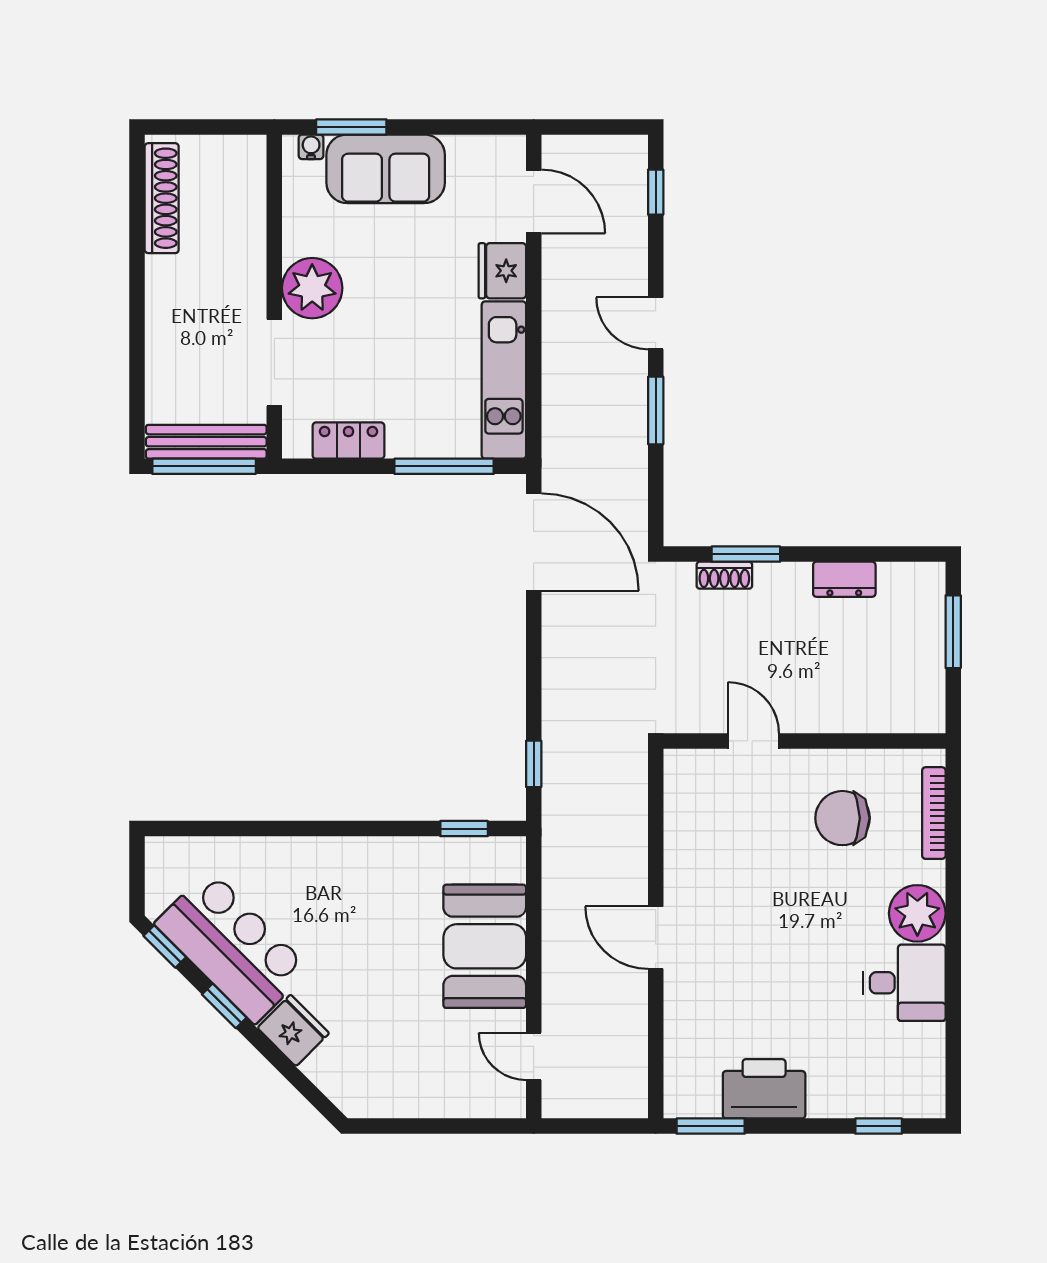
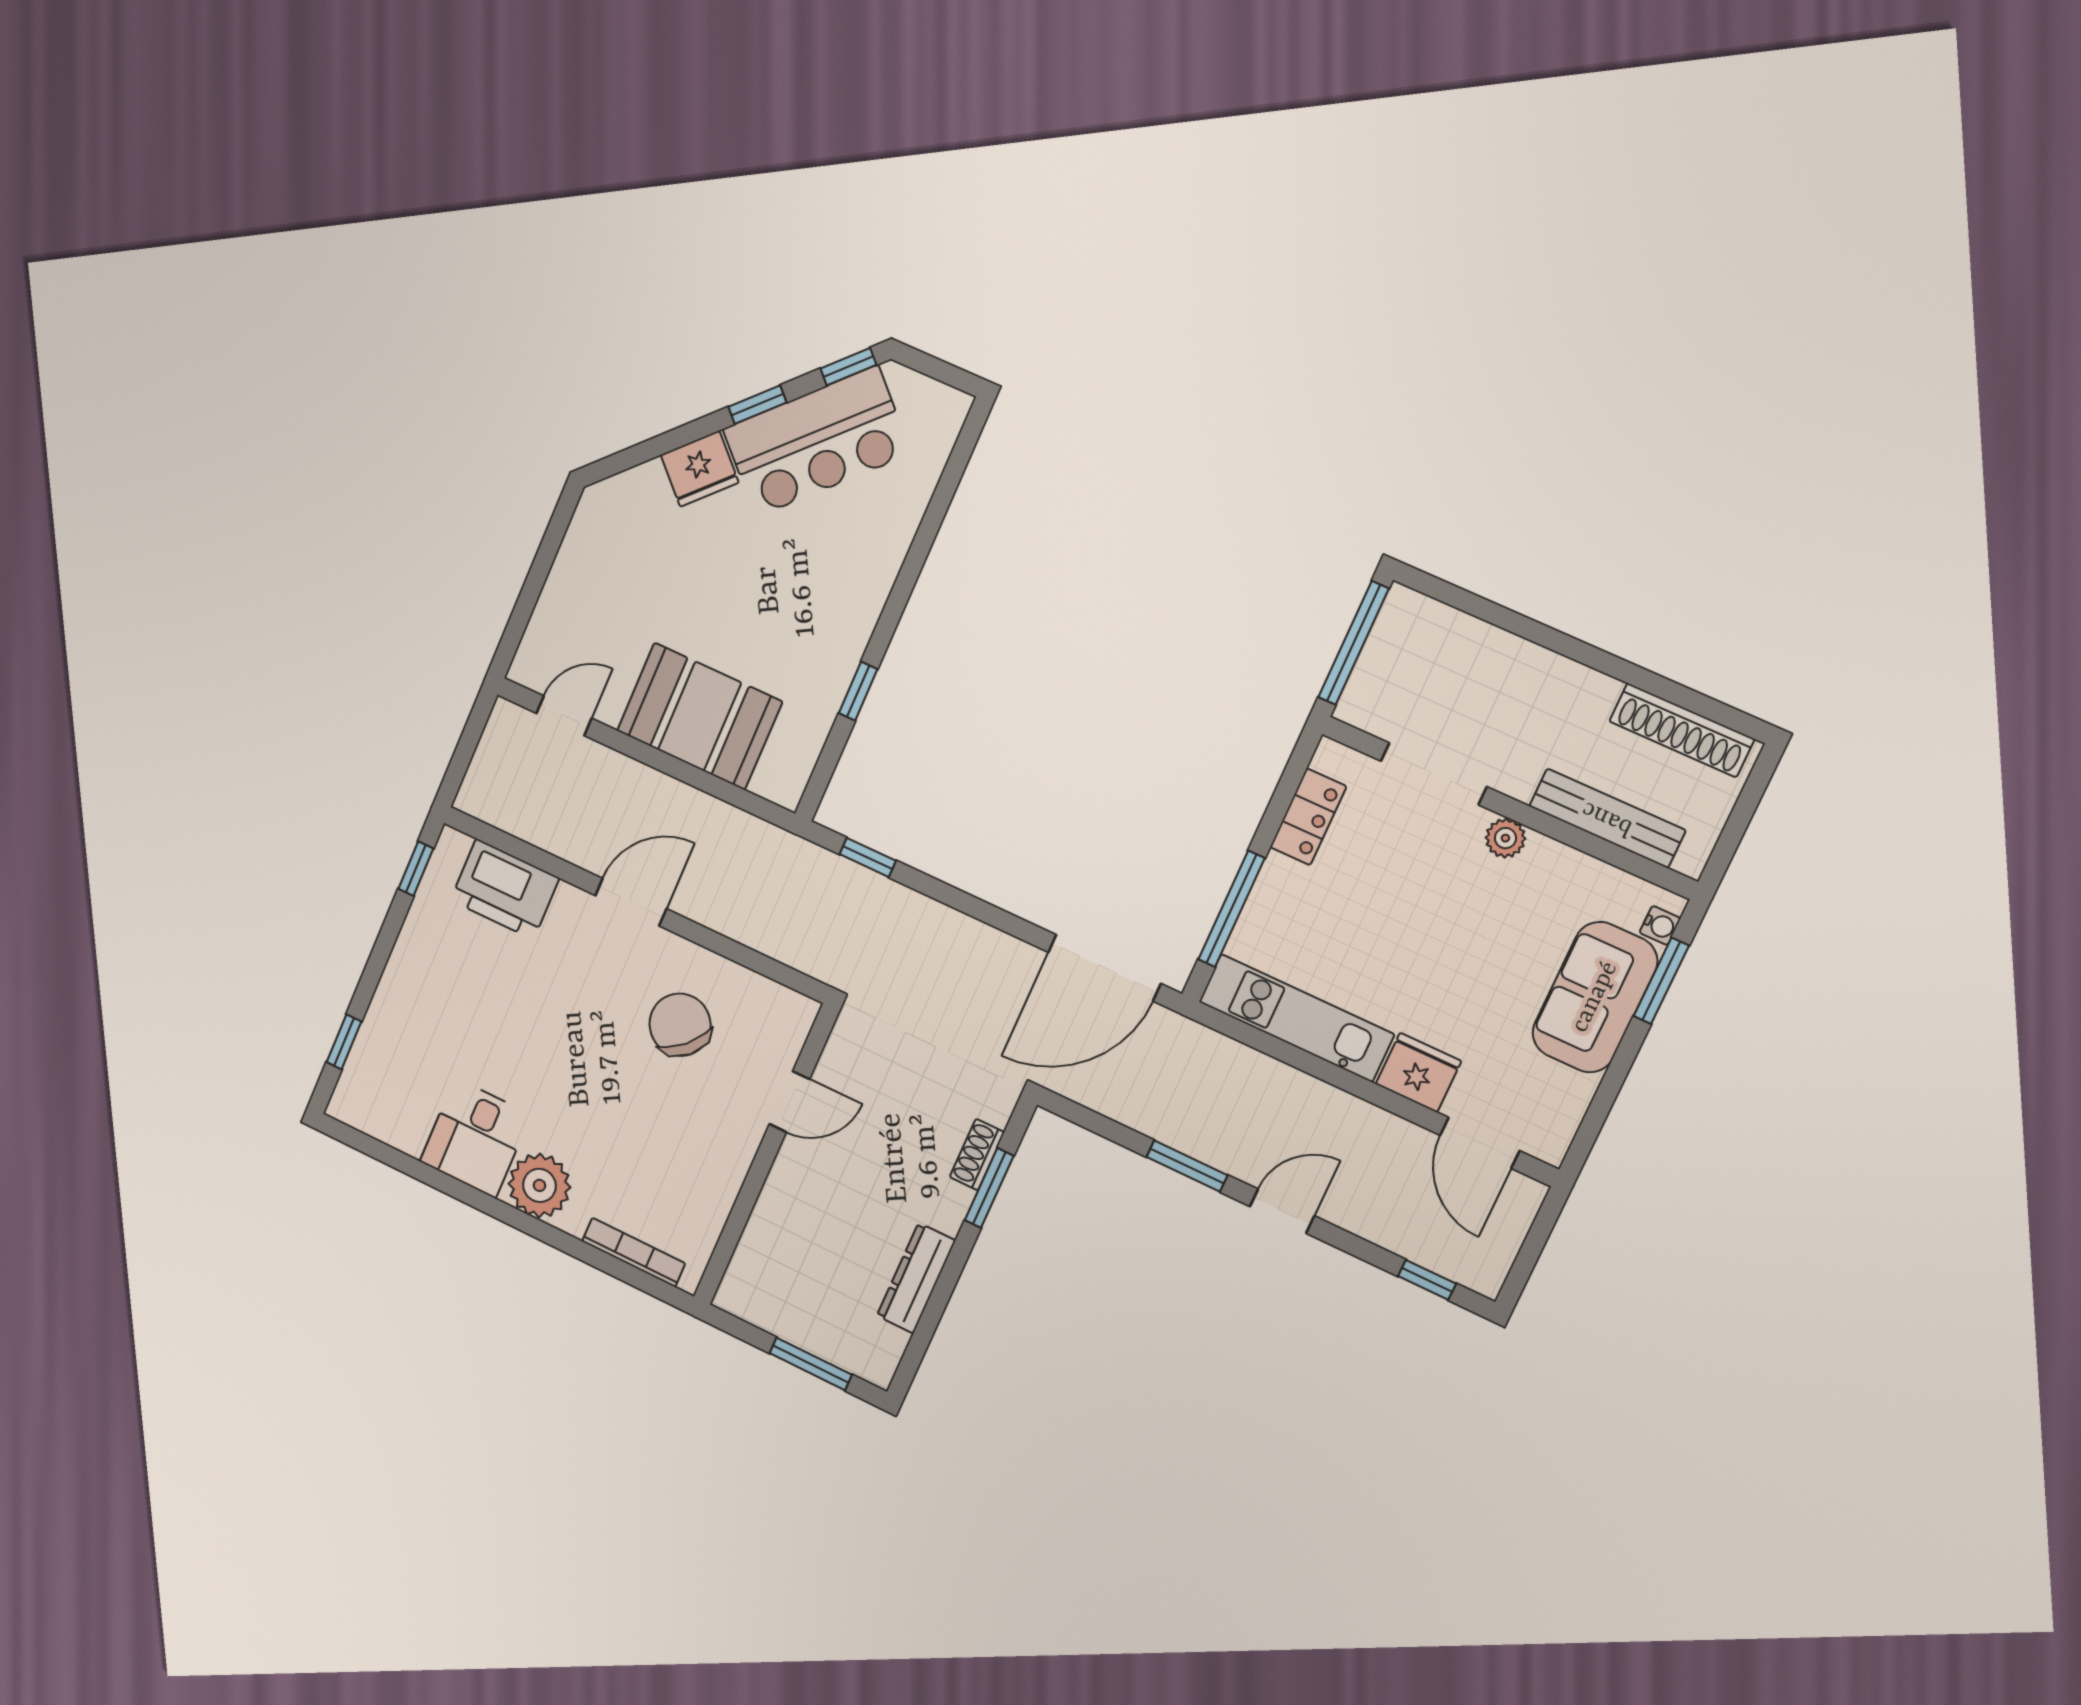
door: (534, 201) -> (1480, 1143), hinge flipped
plant: (312, 288) -> (1505, 838), width x0.53, depth x0.53
bench: (206, 442) -> (1607, 818), moved, turned 90
dresser: (844, 579) -> (916, 1278), width x1.44
chair: (842, 818) -> (680, 1025), moved, turned -44
window: (464, 829) -> (858, 691), moved
printer: (764, 1089) -> (505, 889), moved, turned 90
window: (711, 1126) -> (416, 869), width x0.67

